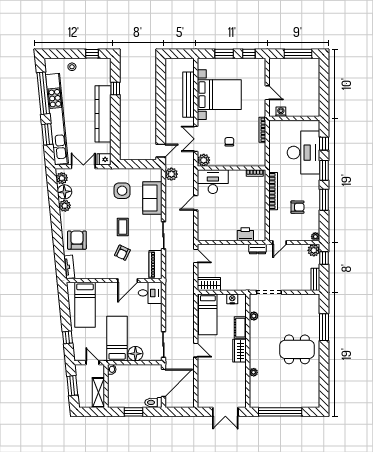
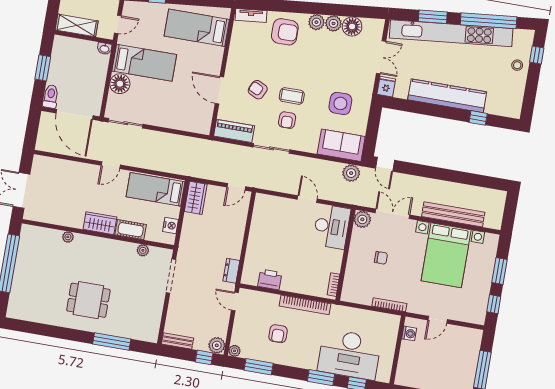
window: (92, 54) -> (537, 55), moved
plant: (62, 178) -> (316, 22), moved
sofa: (152, 198) -> (341, 145), moved
window: (324, 200) -> (259, 367), moved
armchair: (141, 227) -> (287, 120), added
printer: (245, 234) -> (270, 279), moved, turned -90
desk: (150, 293) -> (198, 117), removed
dining table: (297, 349) -> (88, 300), width x0.73

